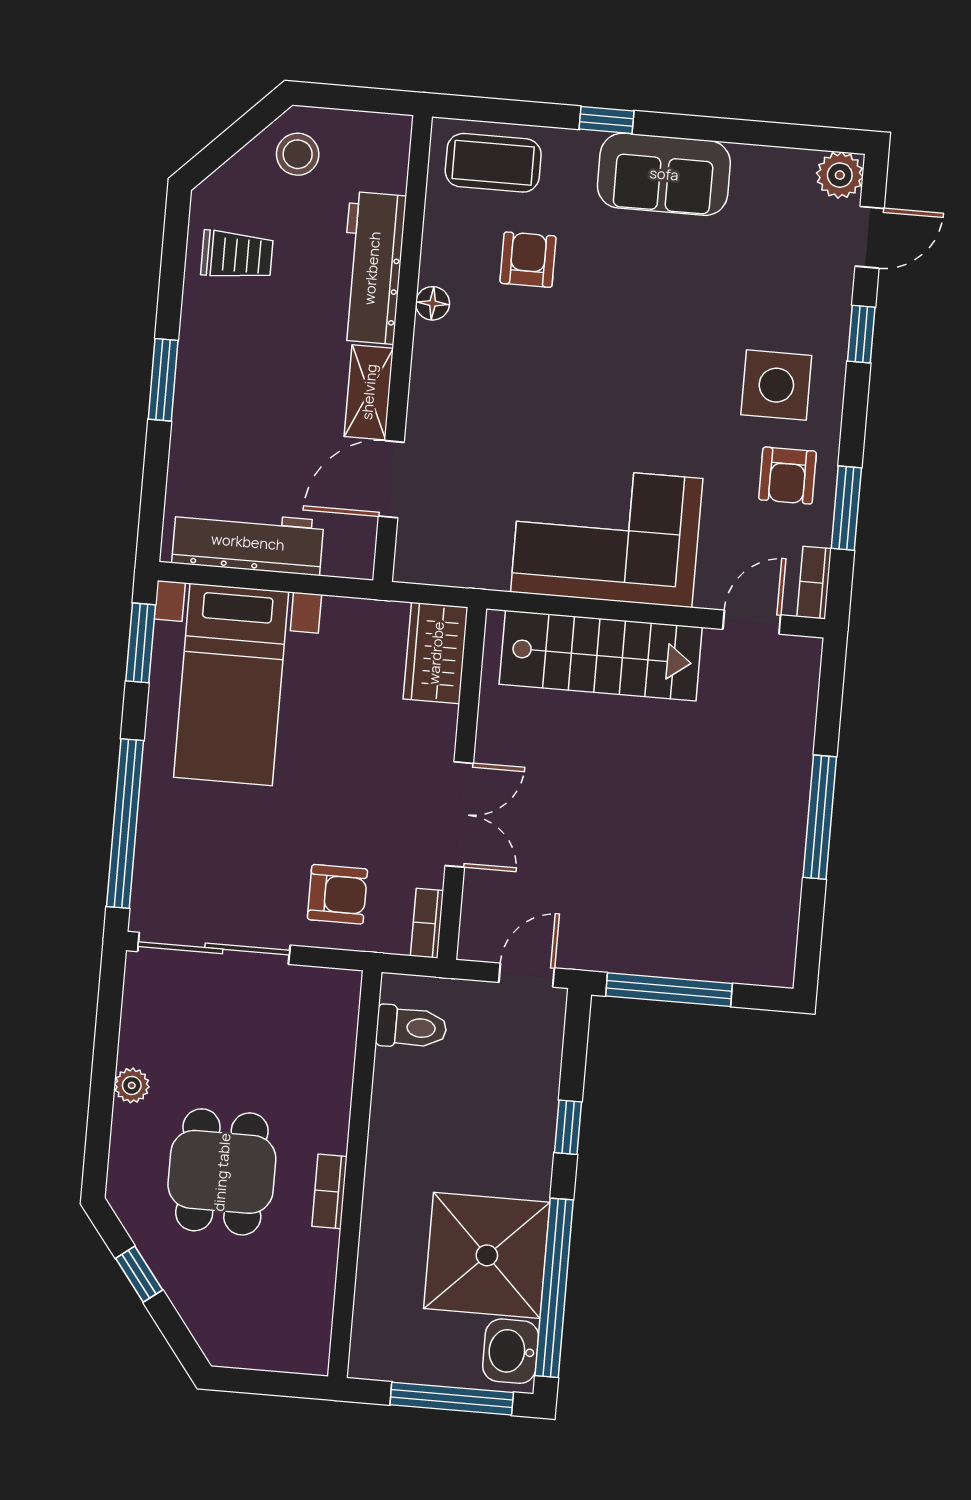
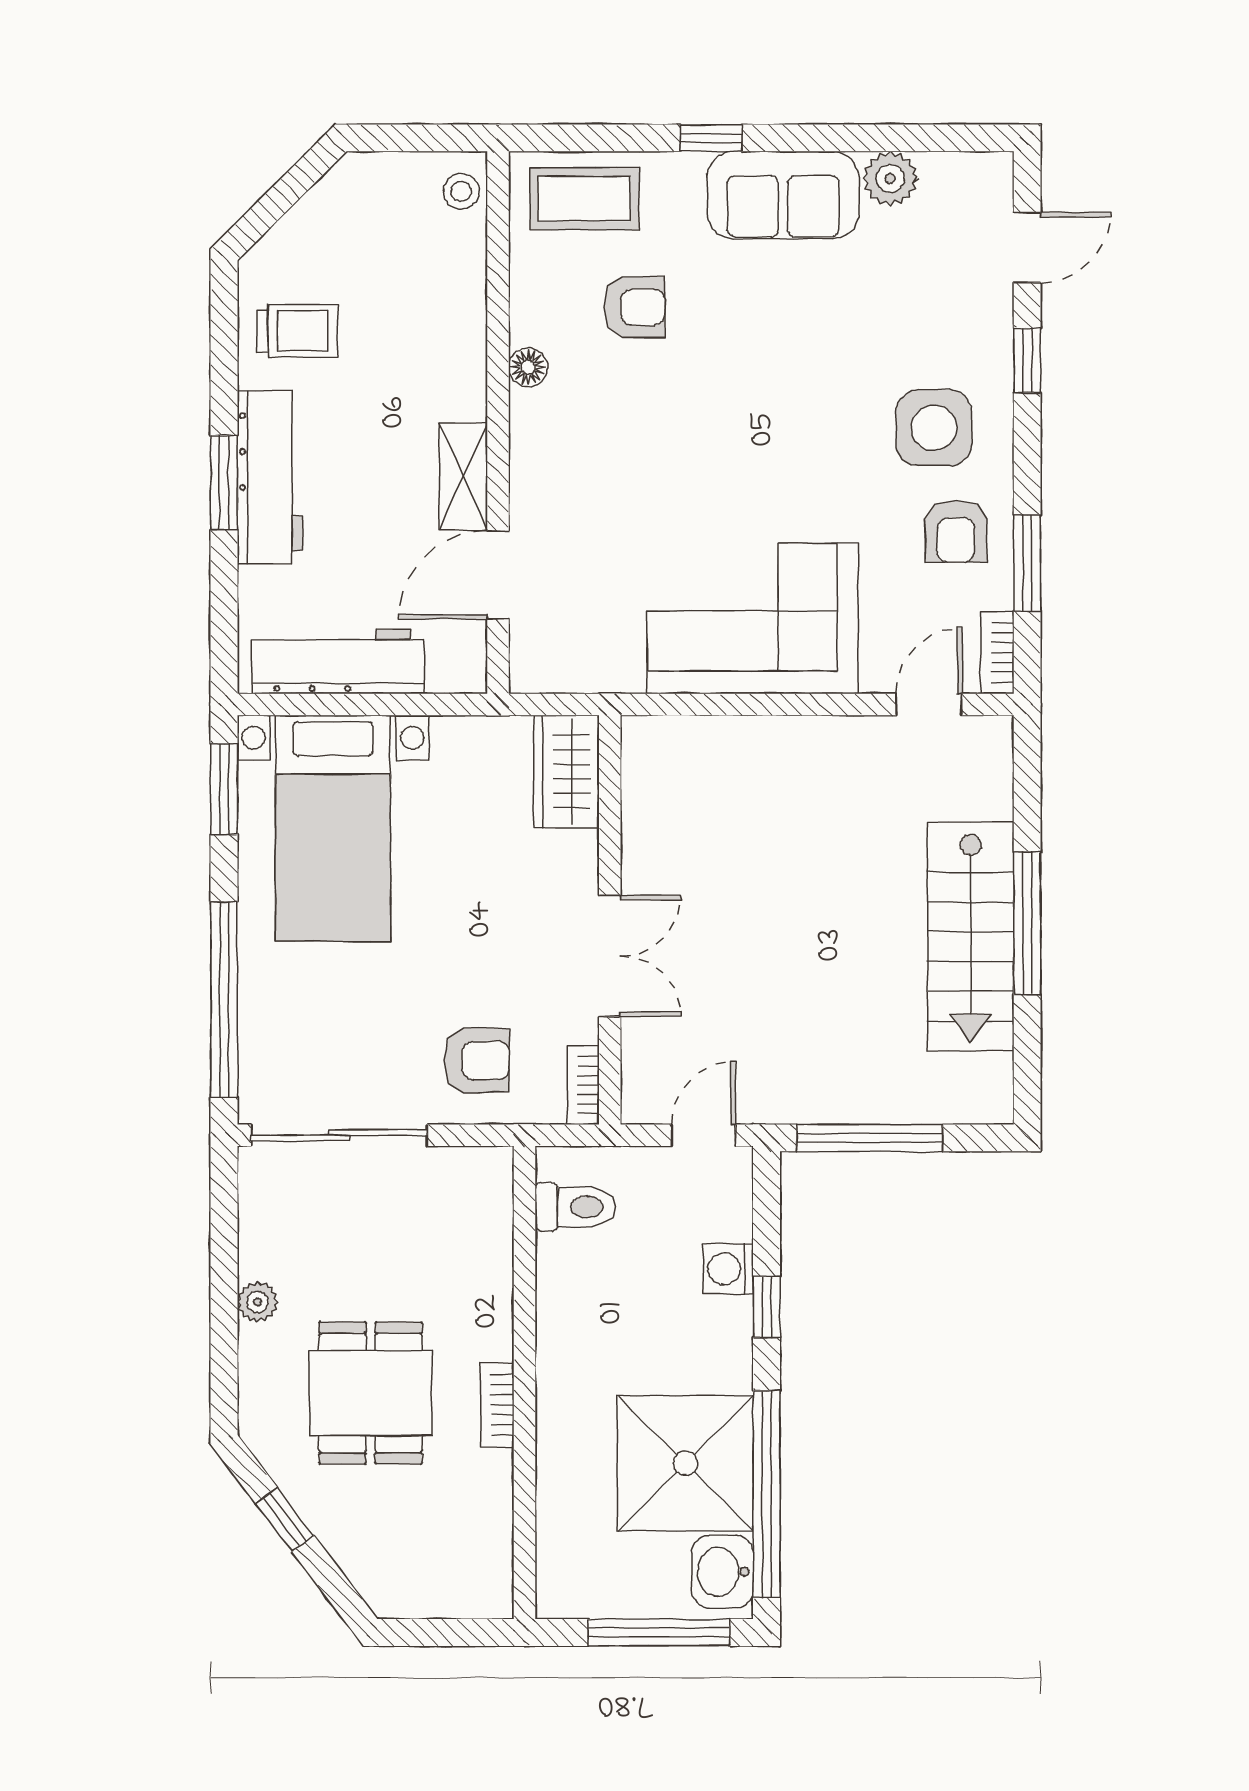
stool: (298, 154) -> (461, 191), moved, width x0.73, depth x0.73
plant: (840, 175) -> (890, 178), moved
armchair: (528, 260) -> (634, 307), turned 90
workbench: (372, 268) -> (270, 478), moved, turned 180
stairs: (601, 656) -> (971, 936), moved, turned 90
washing machine: (538, 1092) -> (728, 1269), added

